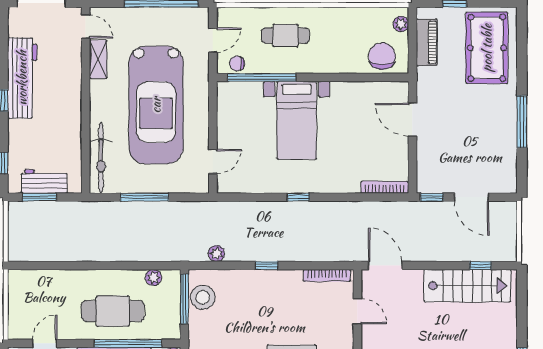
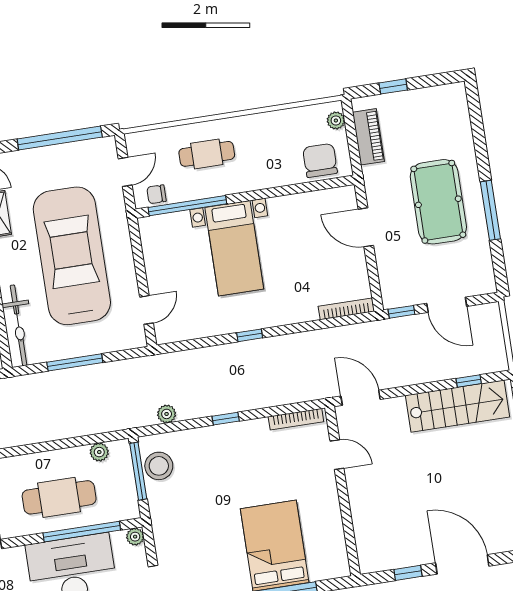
pool table: (487, 48) -> (438, 202), moved
car: (156, 105) -> (72, 256), turned 180

